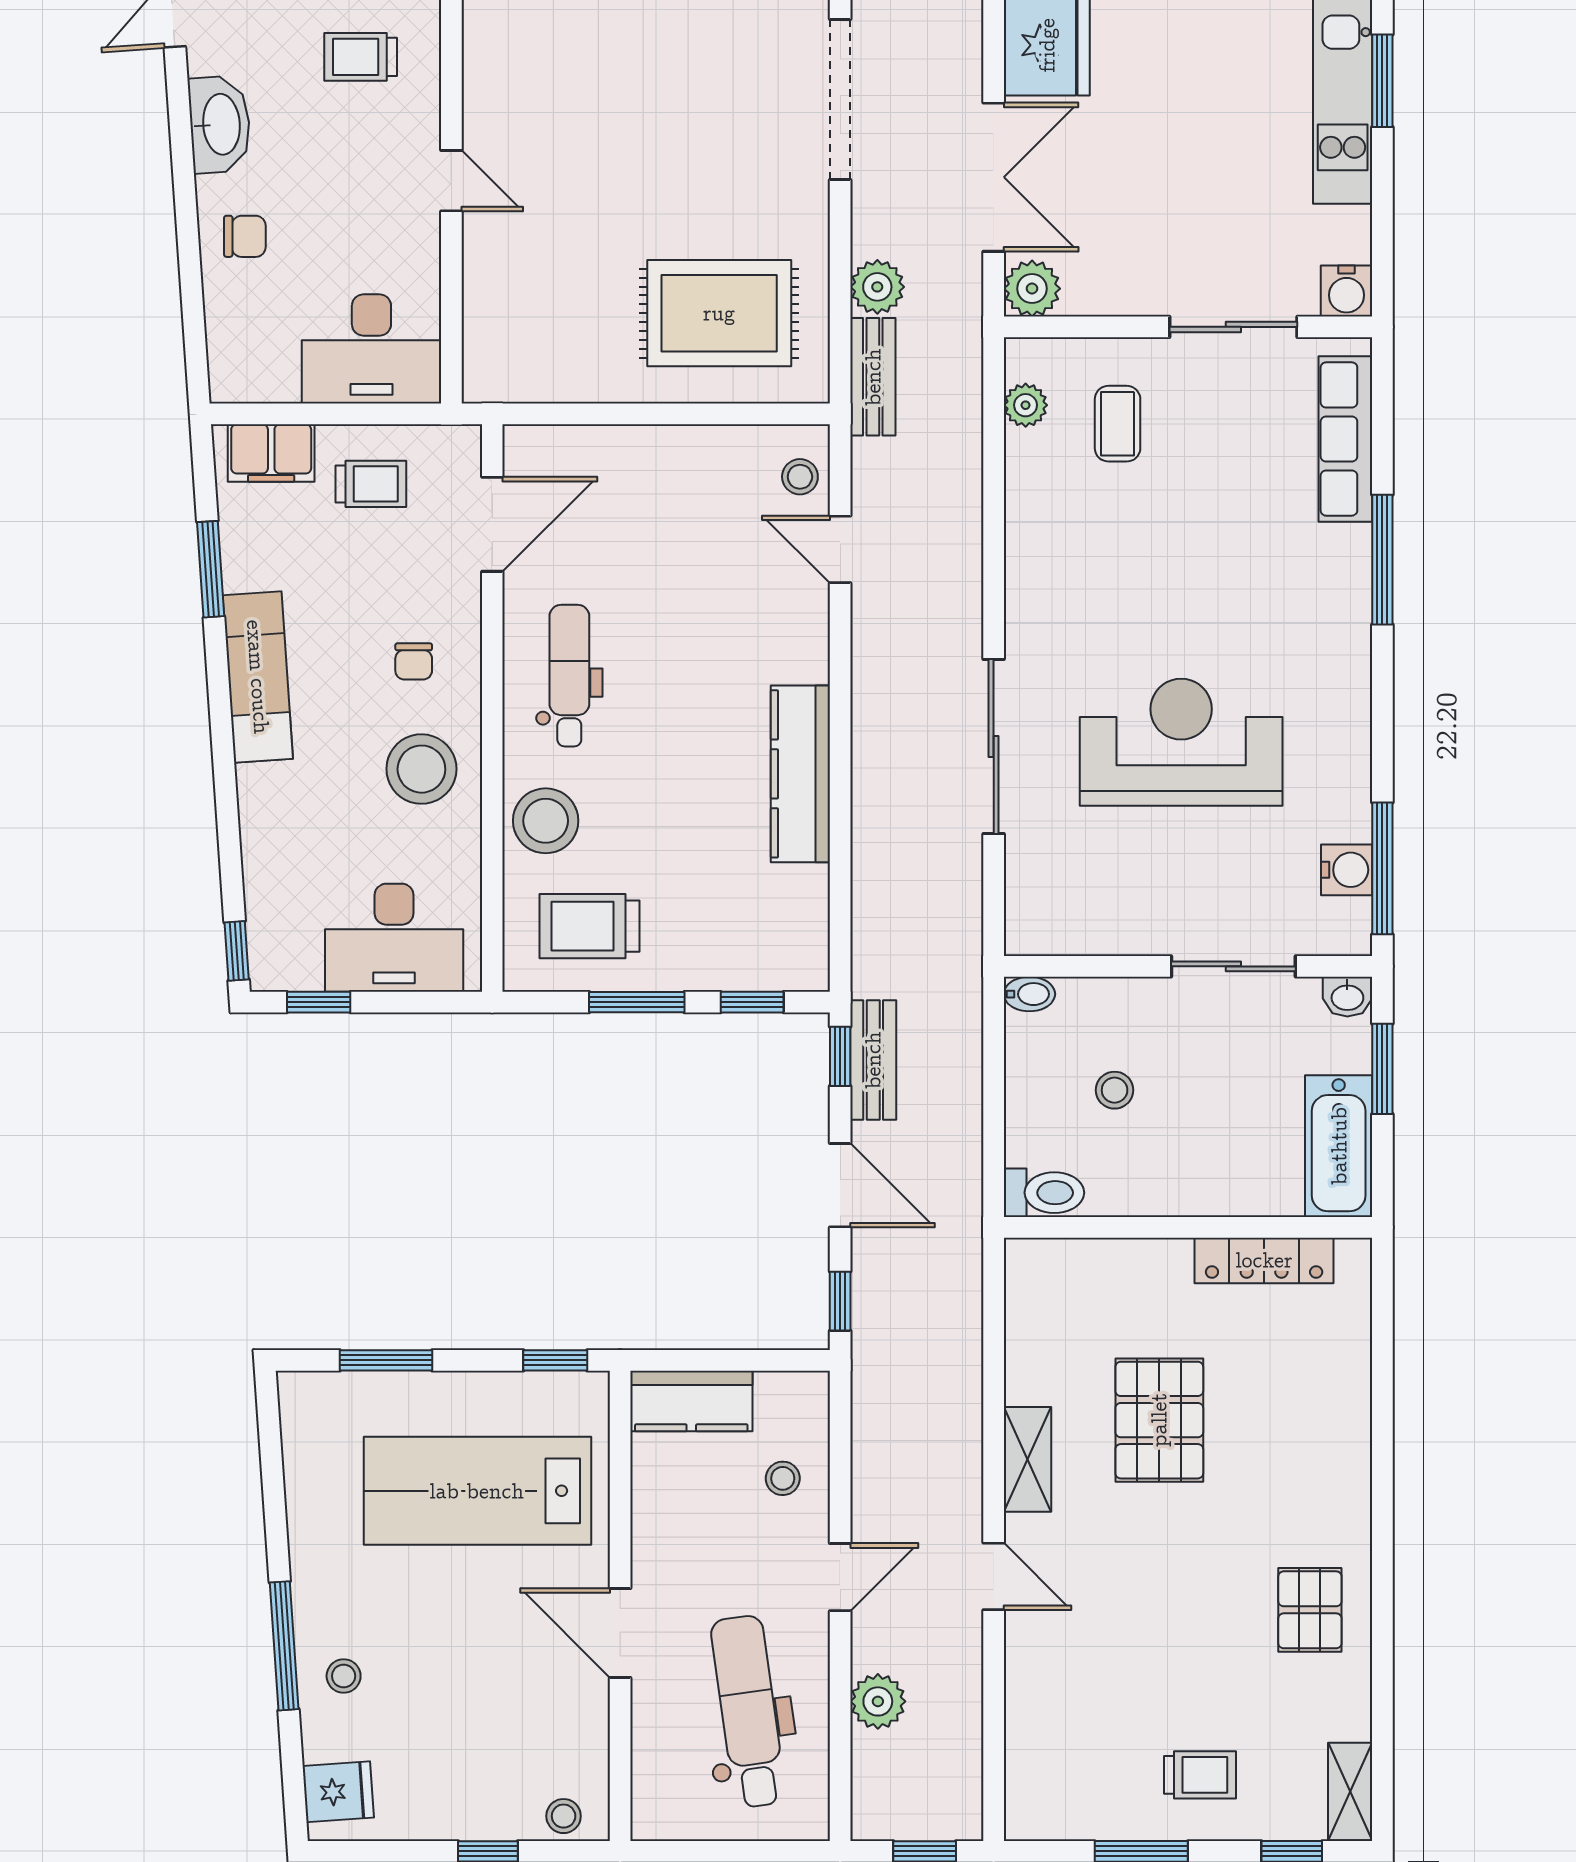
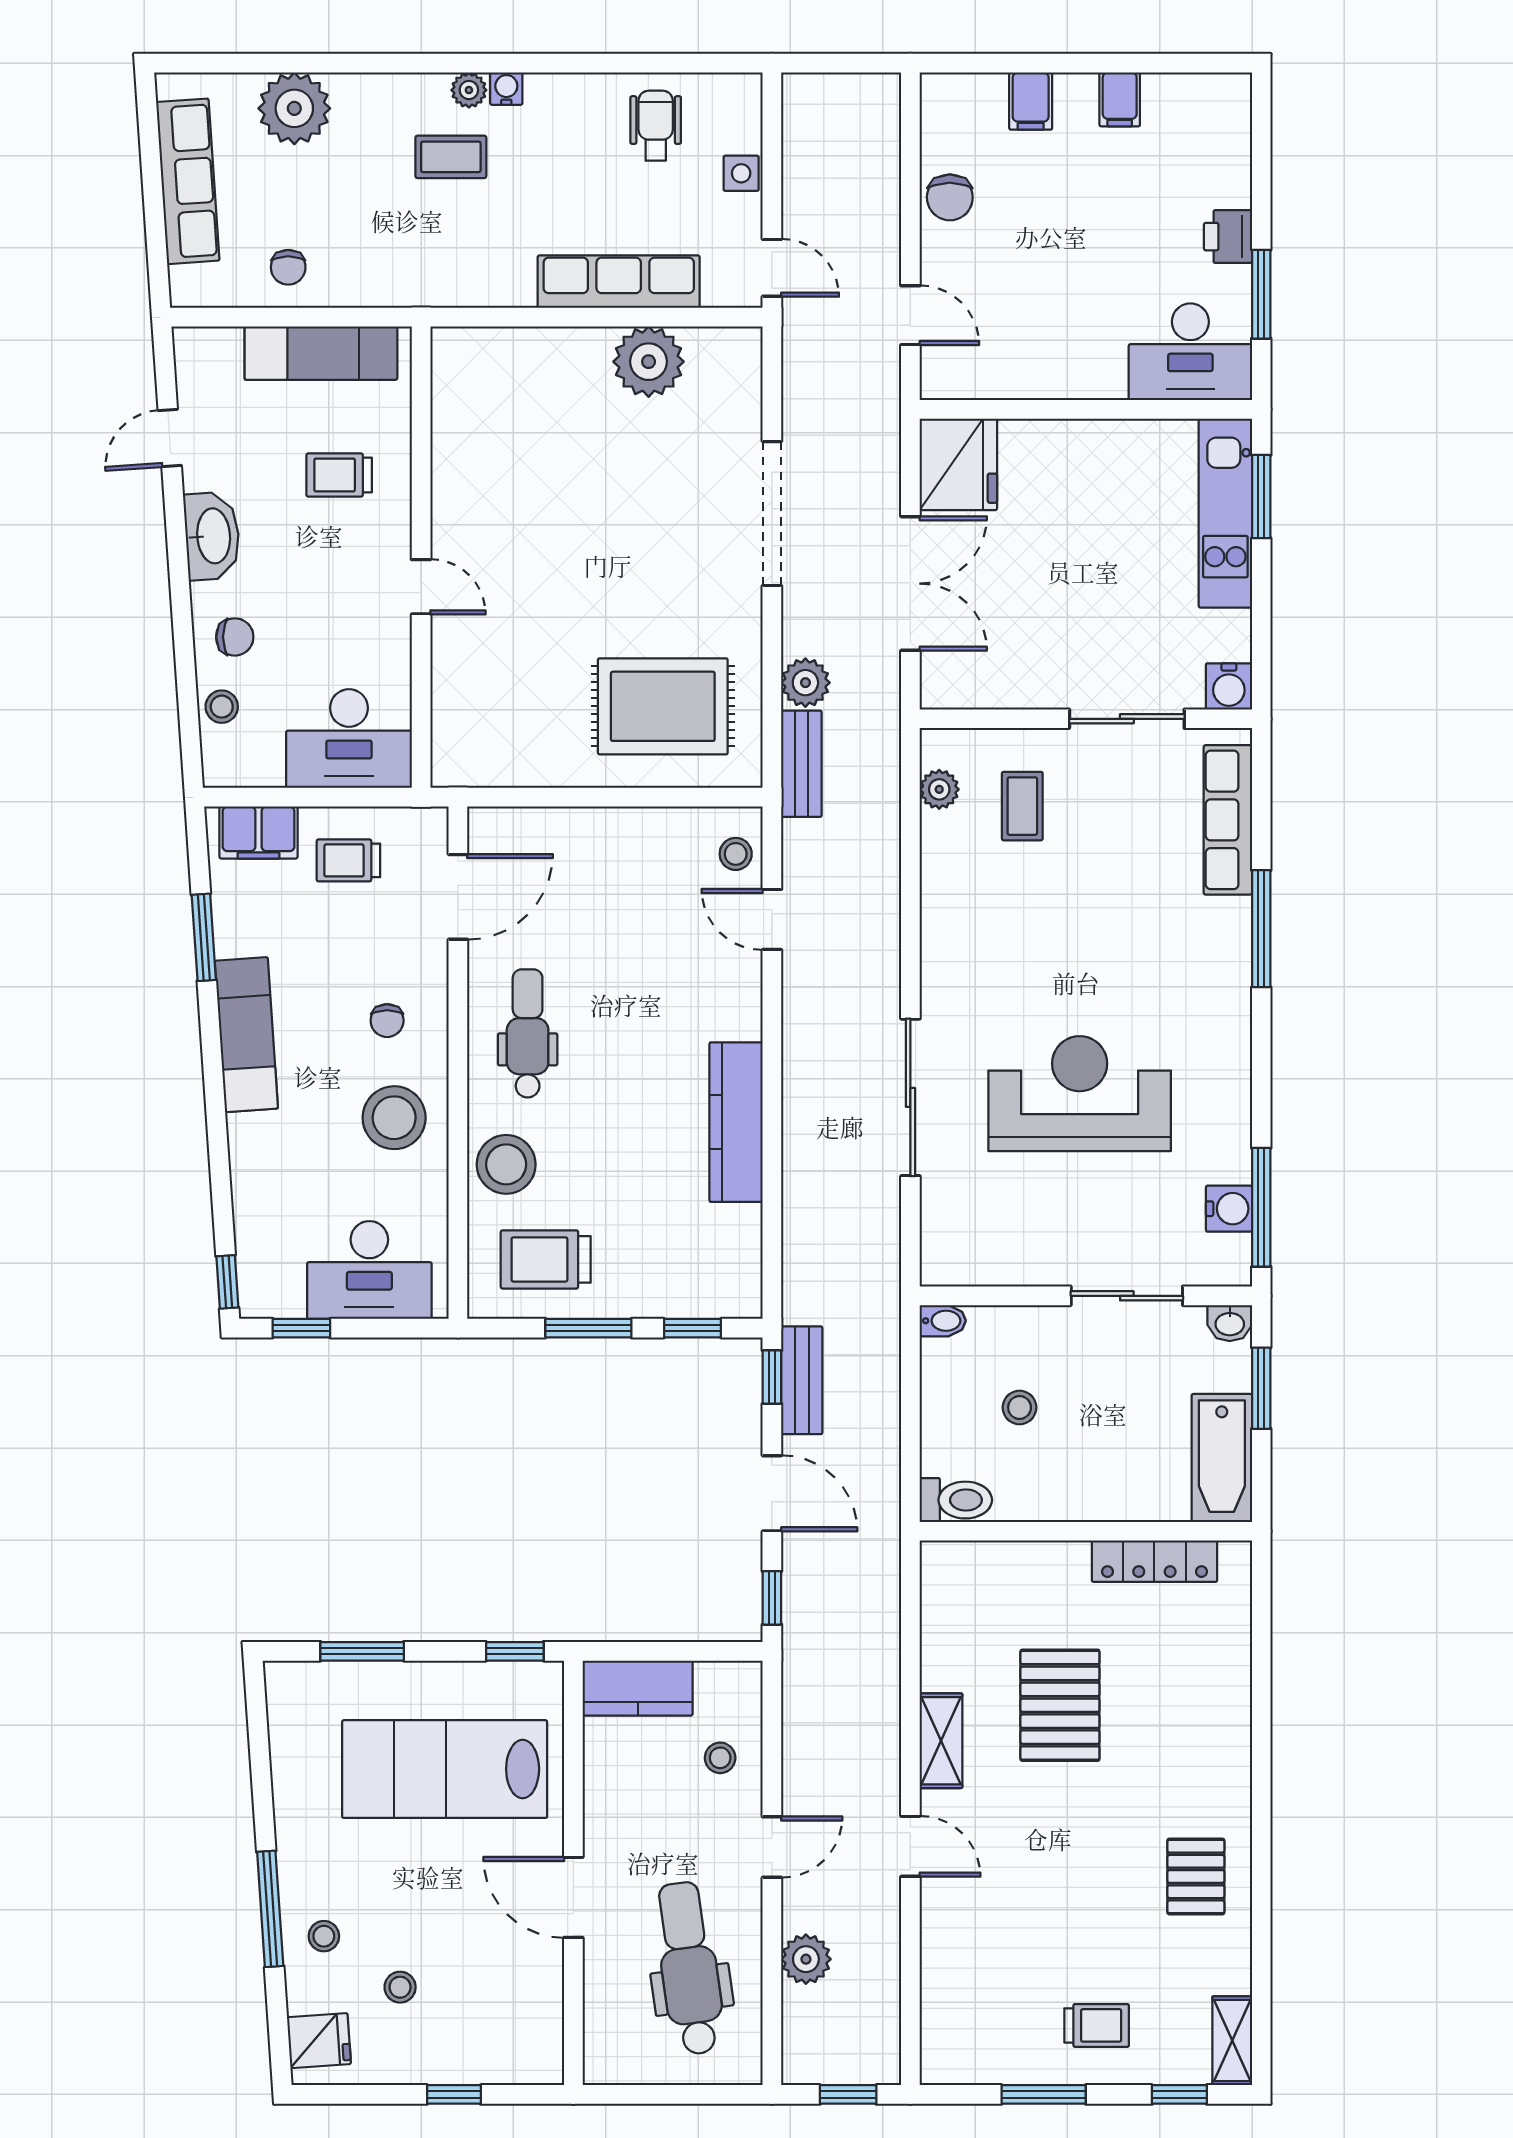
plant: (1032, 289) -> (945, 684), removed
stool: (230, 313) -> (222, 707), added
trolley: (371, 484) -> (348, 860), turned 180
stool: (564, 1816) -> (400, 1987), moved

